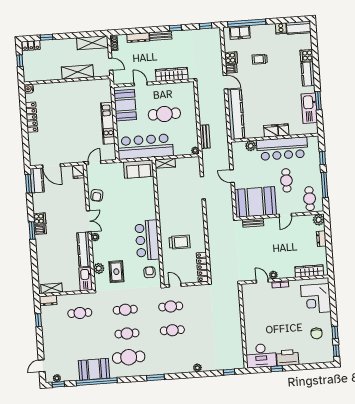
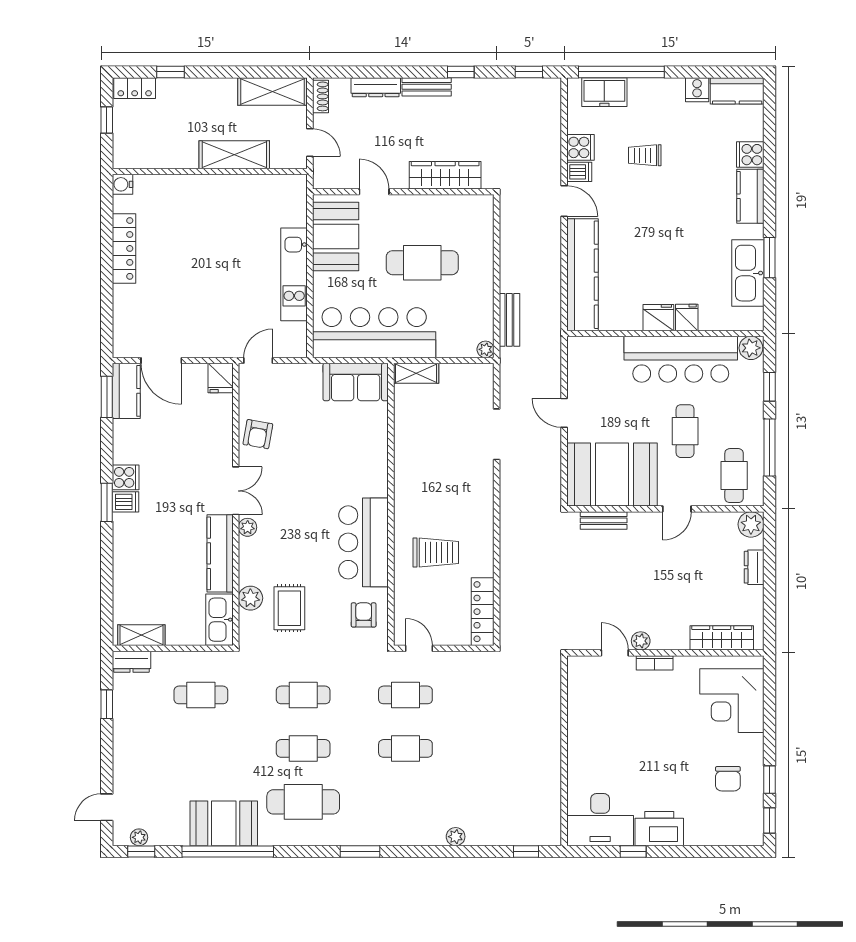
plant: (251, 146) -> (751, 348), moved

